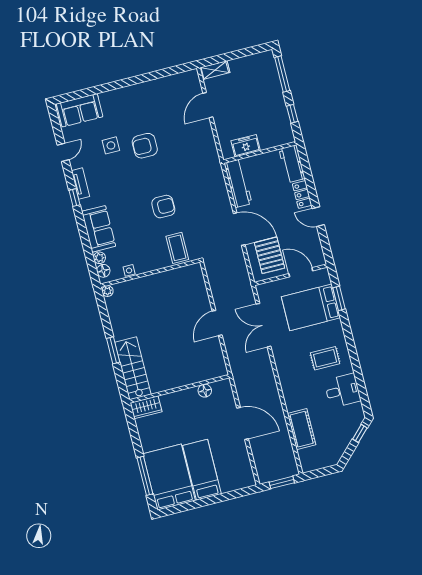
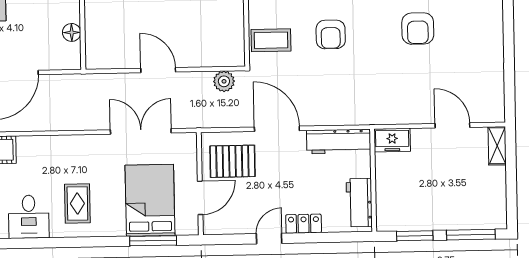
window: (292, 114) -> (415, 236), width x1.50
armchair: (145, 146) -> (418, 29), turned 180
freezer: (246, 146) -> (392, 140), moved, turned 90
workbench: (292, 164) -> (359, 203), moved, turned -90
door: (239, 229) -> (277, 129), swing flipped
plant: (214, 274) -> (224, 81), added
window: (339, 298) -> (153, 241), width x1.44

